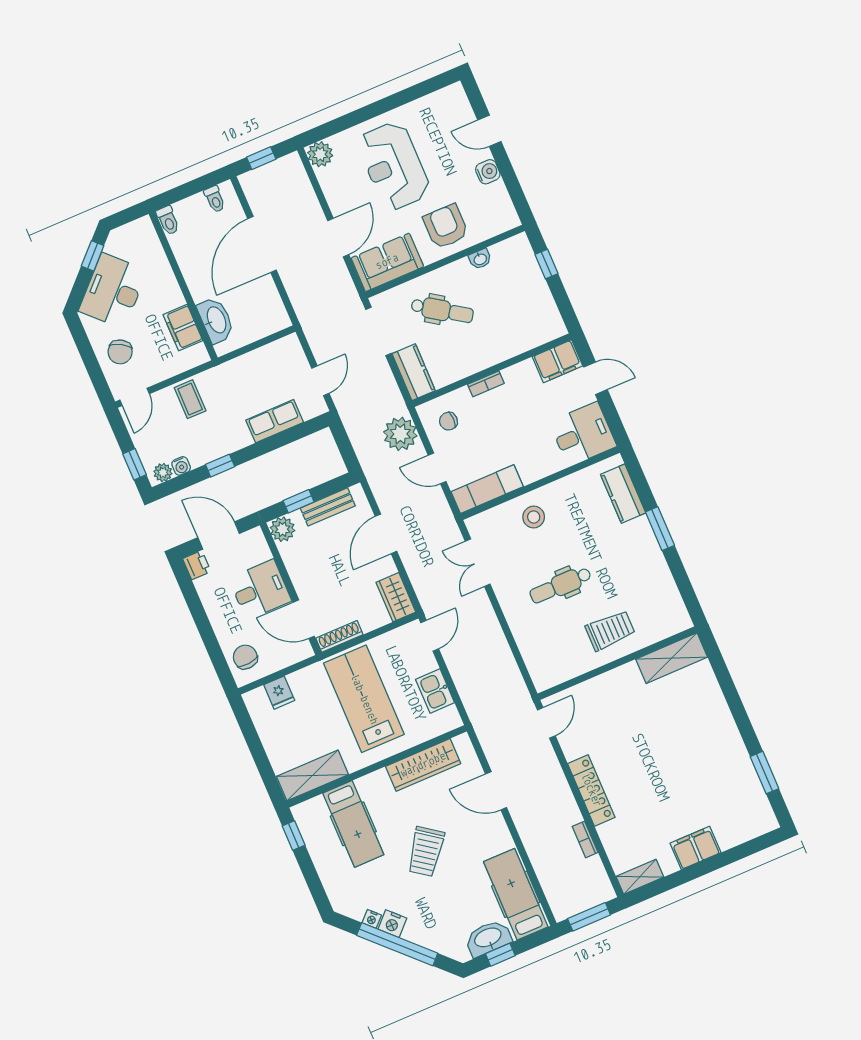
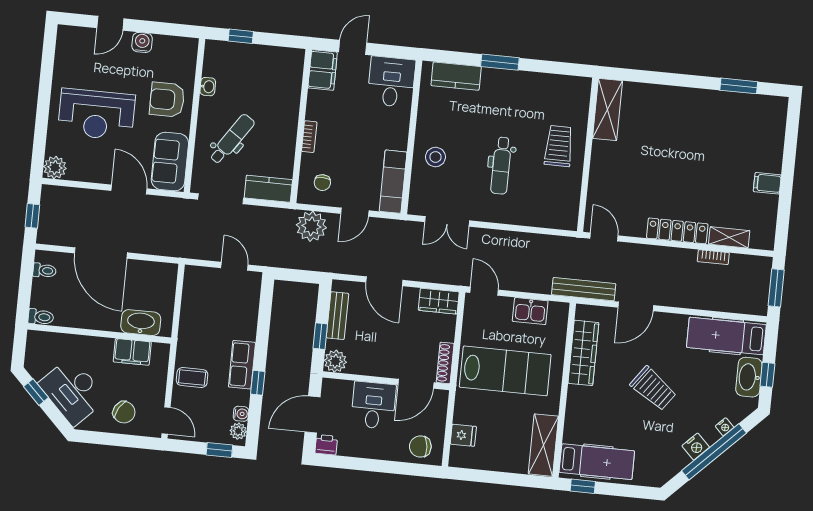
row of seats: (275, 421) -> (242, 365), moved
lab bench: (364, 699) -> (505, 371), turned 180
bench: (485, 731) -> (584, 289), added
hospital bed: (353, 824) -> (597, 462), moved
filing cabinet: (695, 848) -> (767, 183), width x0.50
shelving: (640, 877) -> (729, 237), moved, turned 90
nightstand: (372, 919) -> (725, 427), moved

